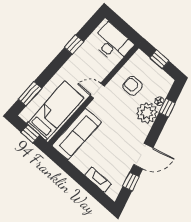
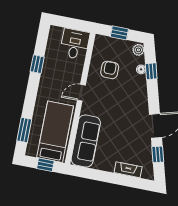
desk: (112, 43) -> (75, 44), width x0.73
armchair: (133, 86) -> (110, 70), turned 90
plant: (147, 113) -> (138, 50), moved, width x0.53, depth x0.53

